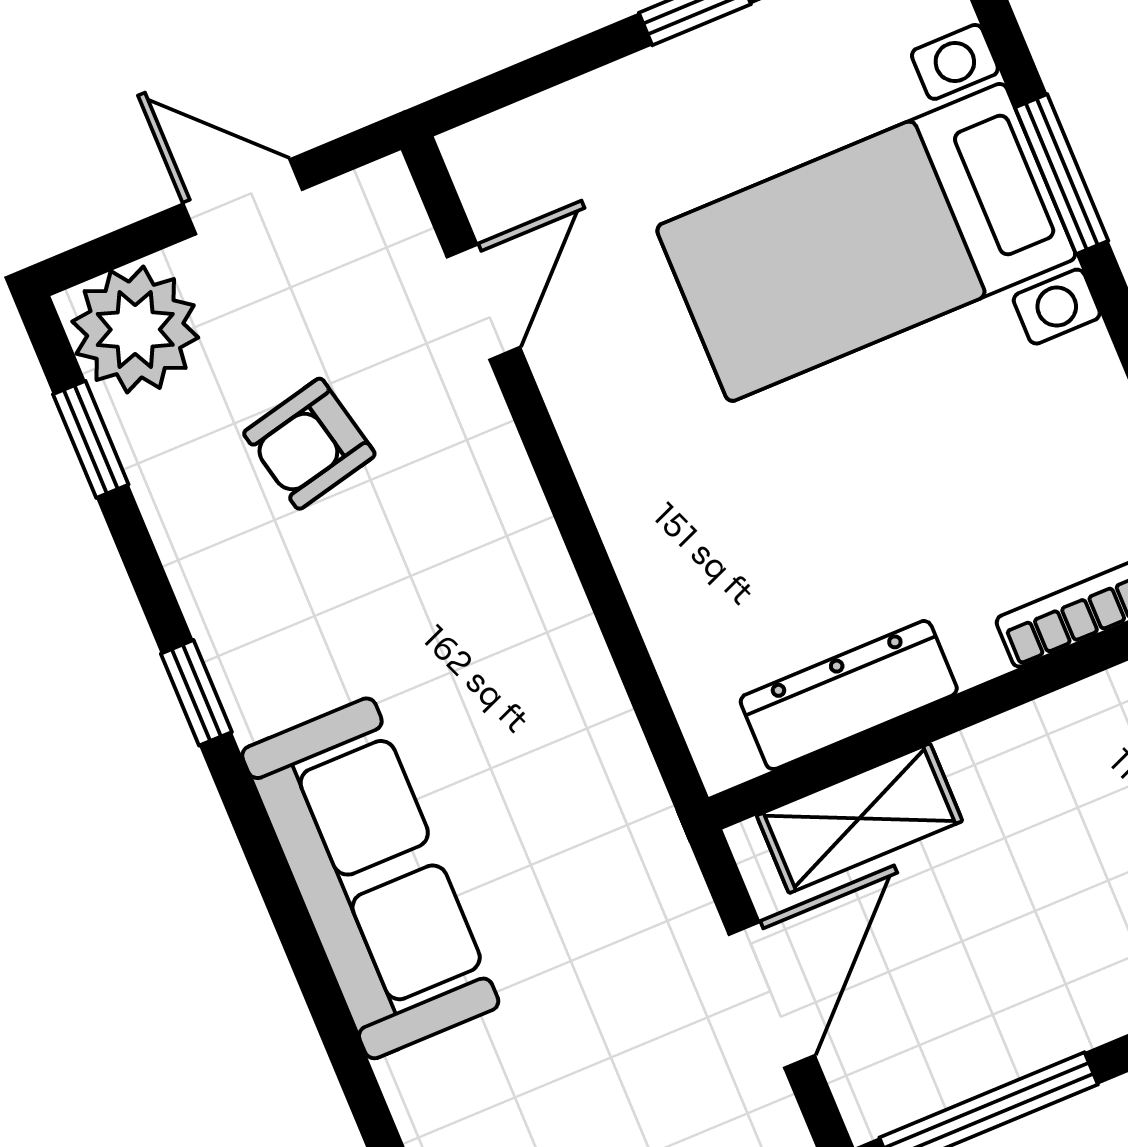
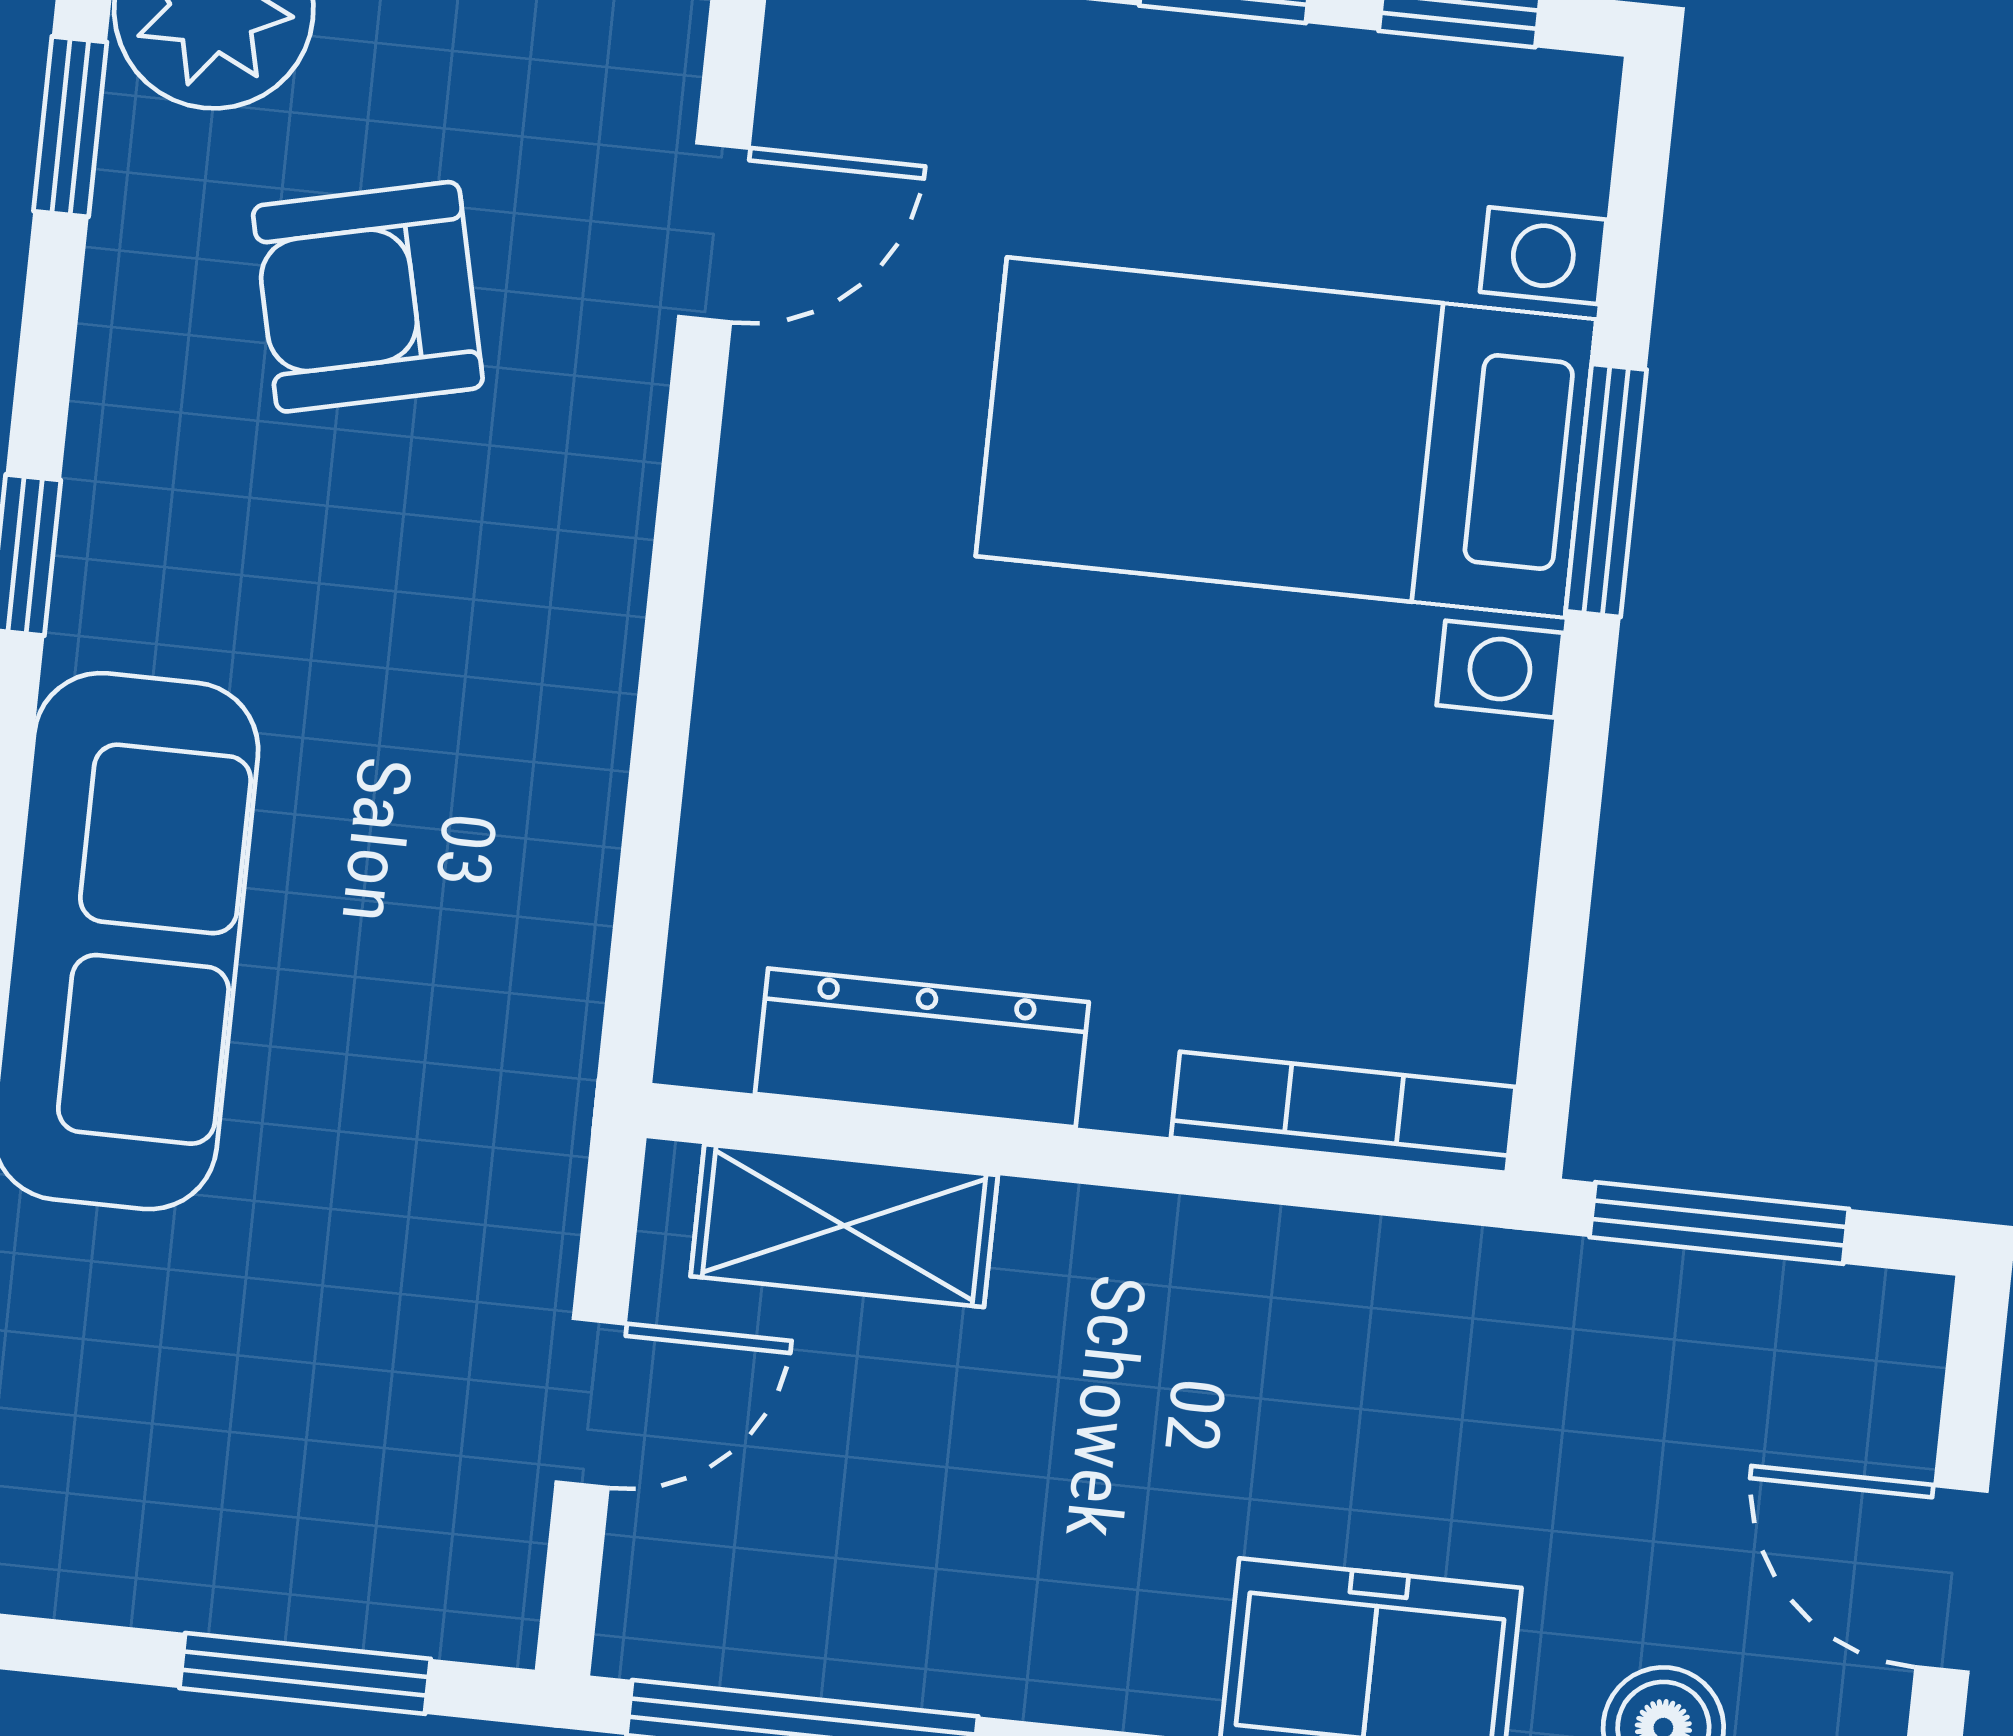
armchair: (309, 444) -> (368, 297), width x1.38, depth x1.38
door: (772, 995) -> (591, 1403), width x0.73

